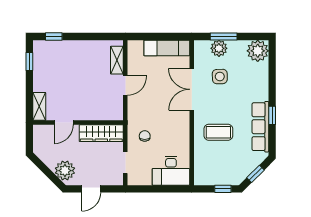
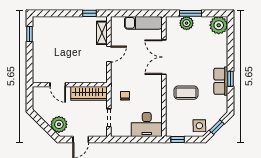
window: (54, 37) -> (90, 13), moved
side table: (220, 77) -> (199, 126), moved
shelving: (39, 106) -> (38, 71), removed
door: (64, 123) -> (58, 85), hinge flipped
row of seats: (260, 127) -> (221, 81), width x0.68
window: (223, 189) -> (178, 140), moved

